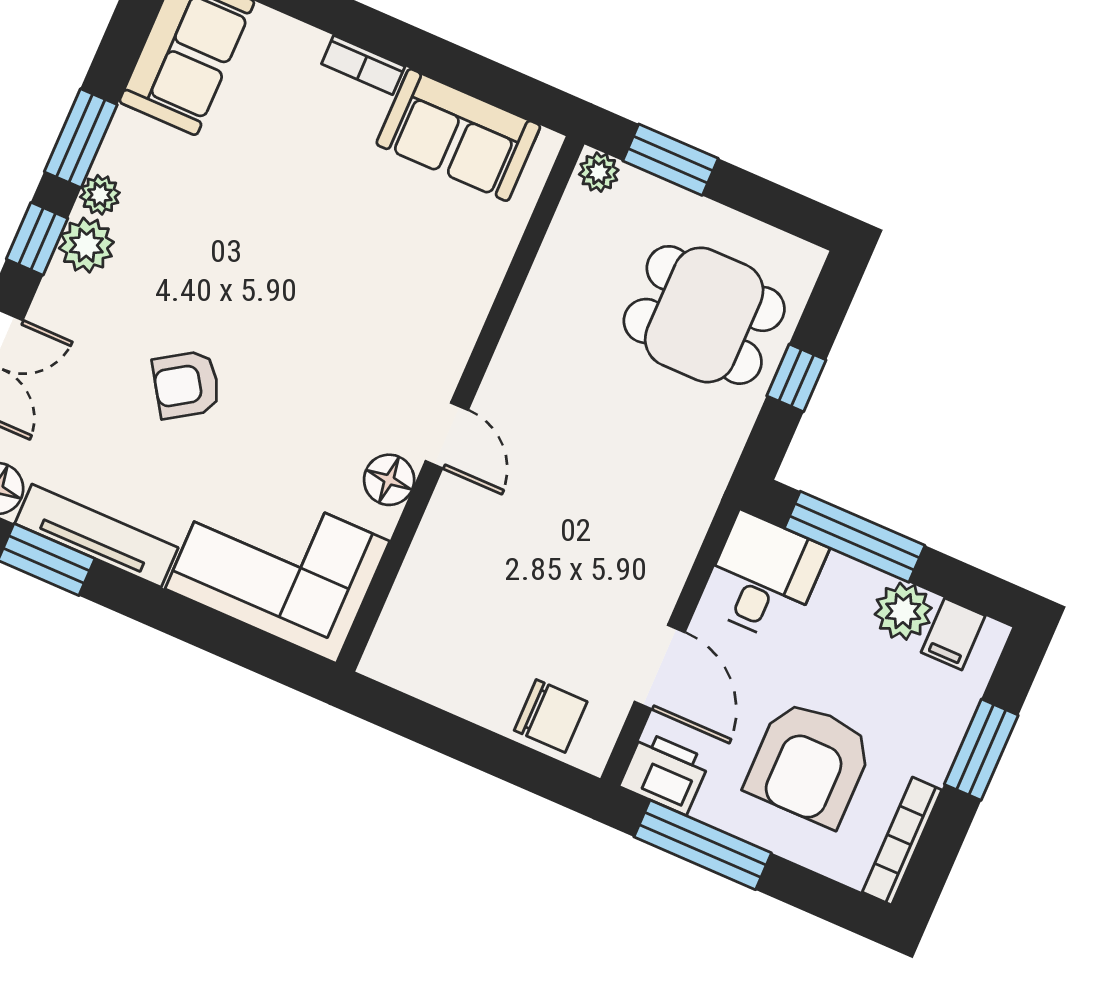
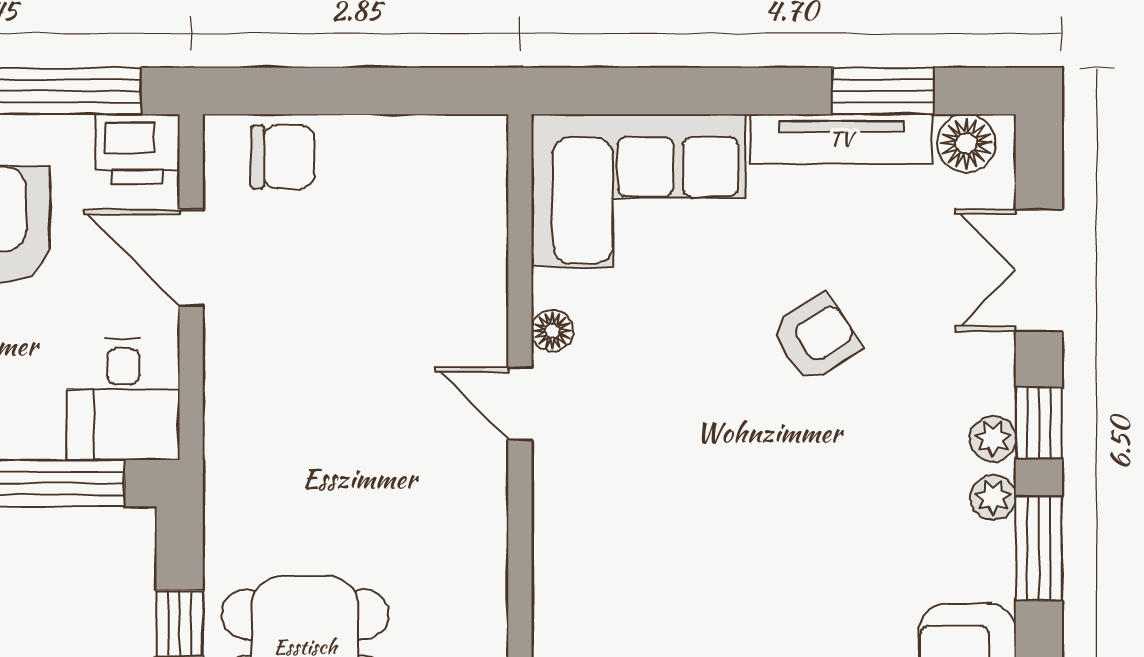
plant: (86, 245) -> (993, 439), width x0.73, depth x0.73
floor lamp: (389, 480) -> (552, 331), width x0.73, depth x0.73
chair: (551, 716) -> (283, 157), turned 180

